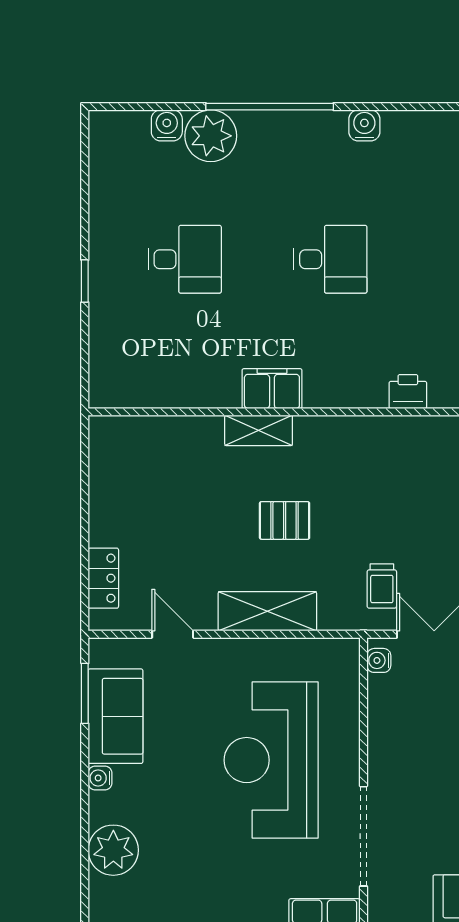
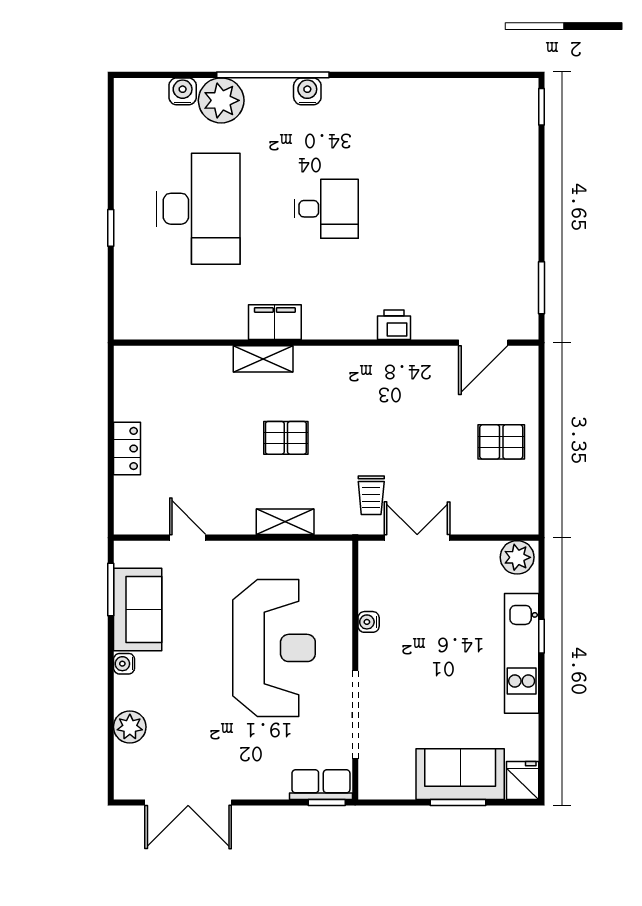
water cooler: (364, 125) -> (307, 91), moved
desk: (185, 259) -> (198, 209), width x1.87, depth x1.30
locker: (103, 578) -> (127, 448), moved
shelving: (267, 611) -> (285, 522), width x0.67, depth x0.75
water cooler: (379, 660) -> (369, 622), moved
reception desk: (271, 760) -> (274, 648), turned 180
plant: (113, 850) -> (130, 727), width x0.73, depth x0.73

